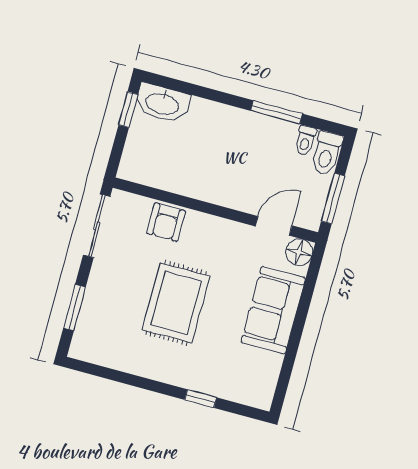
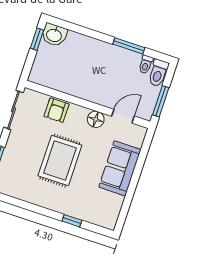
washbasin: (162, 103) -> (54, 35), width x0.72
floor lamp: (299, 252) -> (96, 119), moved

